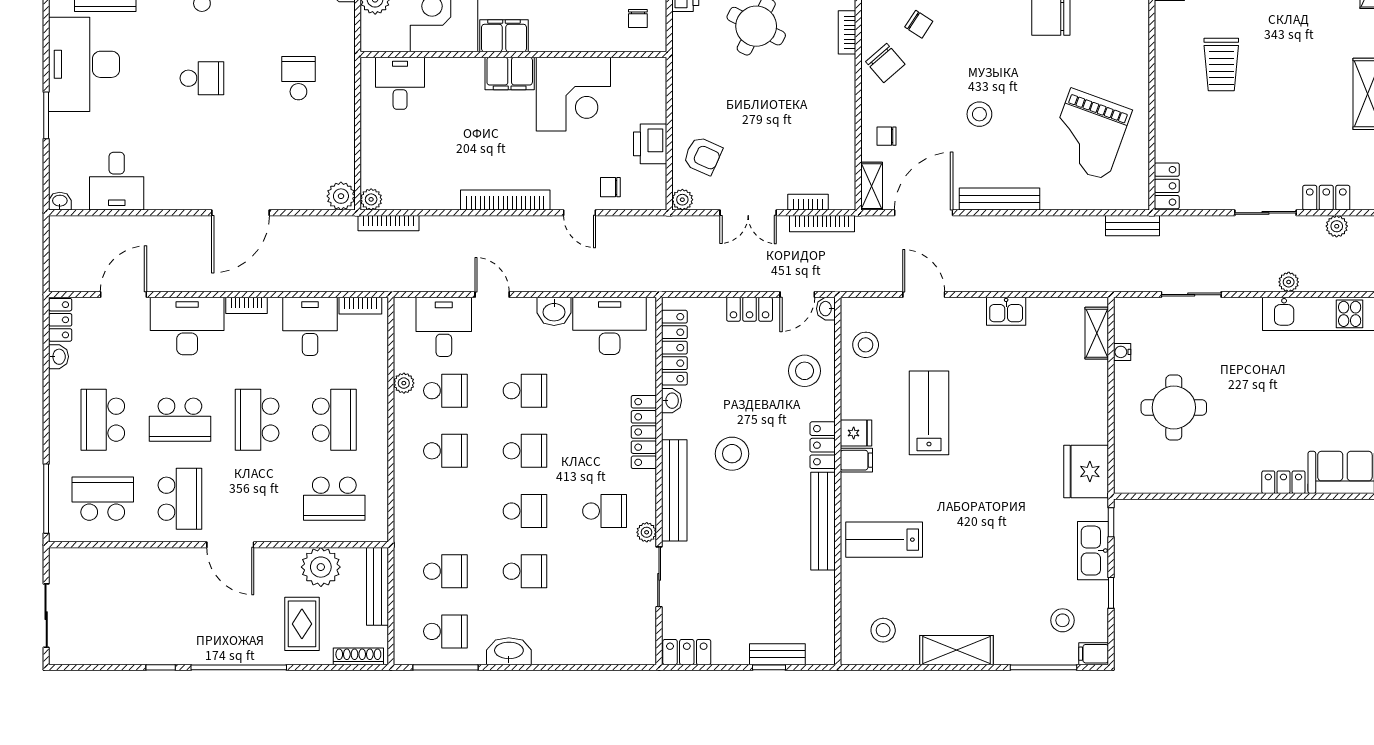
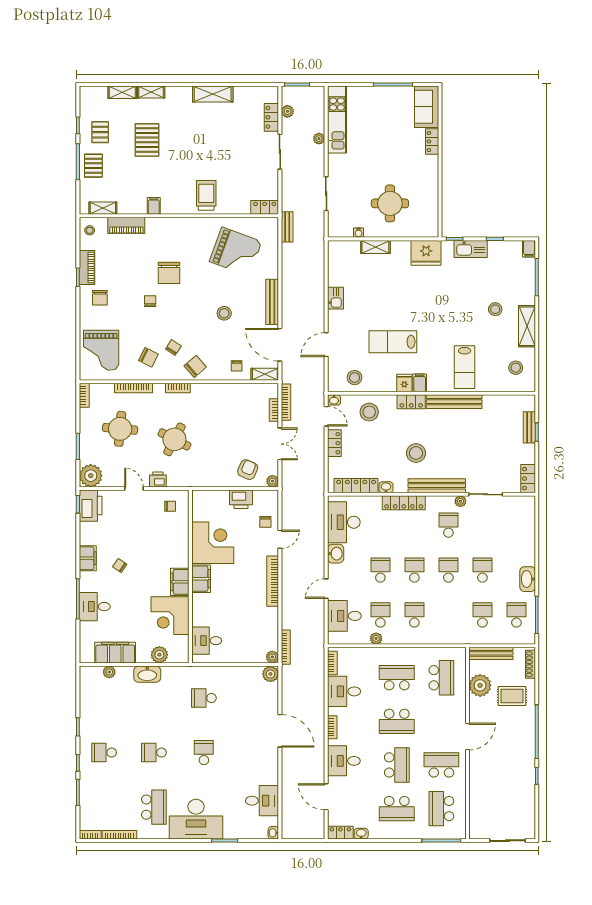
trolley: (1221, 64) -> (206, 195), moved, turned -90
desk: (187, 326) -> (344, 761), width x0.73
shelving: (1097, 333) -> (375, 247), moved
stool: (1062, 620) -> (495, 309), moved

